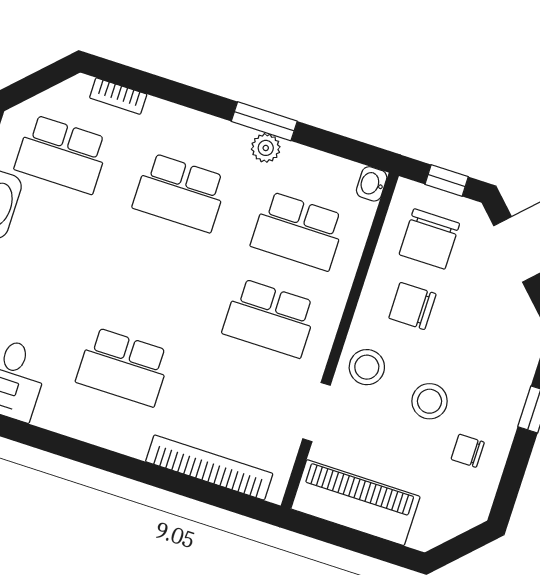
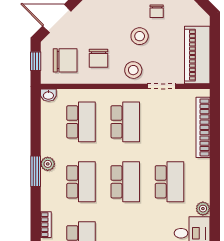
window: (264, 121) -> (36, 171), moved
plant: (266, 148) -> (48, 164), moved
school desk: (152, 280) -> (125, 182), added
plant: (49, 416) -> (203, 209), added

